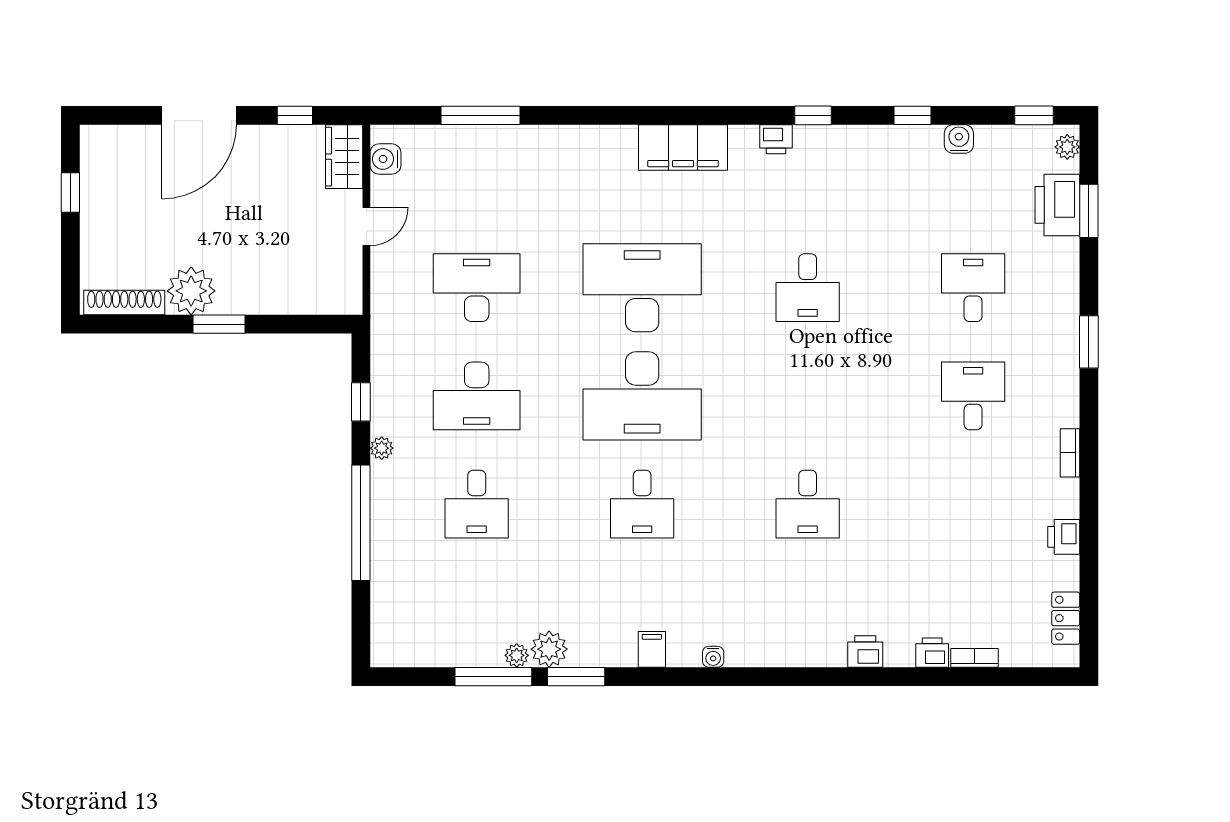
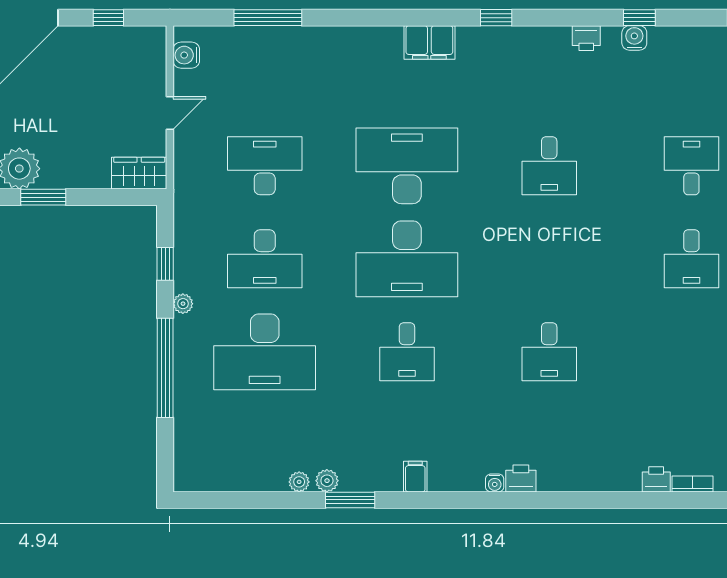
window: (813, 115) -> (496, 18), moved
printer: (776, 139) -> (586, 38), moved
water cooler: (959, 139) -> (634, 38), moved
filing cabinet: (683, 148) -> (429, 42), width x0.67, depth x0.86
wardrobe: (344, 157) -> (139, 173), moved, turned 90
desk: (973, 396) -> (691, 259), turned 180
desk: (477, 504) -> (265, 352), width x1.87, depth x1.30
plant: (549, 649) -> (327, 481), width x0.73, depth x0.73
printer: (865, 651) -> (521, 478), moved
water cooler: (713, 657) -> (495, 483), moved
window: (493, 677) -> (279, 500), removed

